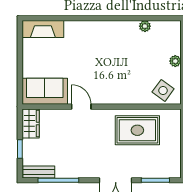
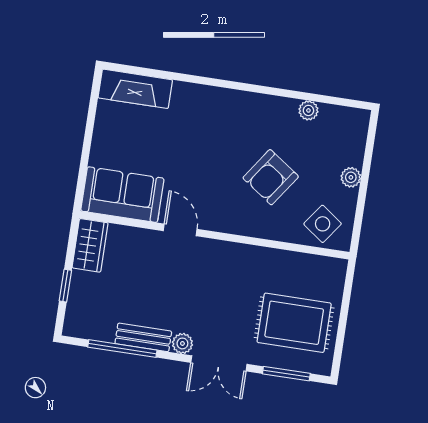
armchair: (129, 68) -> (271, 177), added
rug: (137, 130) -> (294, 323), moved
bench: (39, 172) -> (143, 337), moved
plant: (93, 172) -> (182, 343), added

